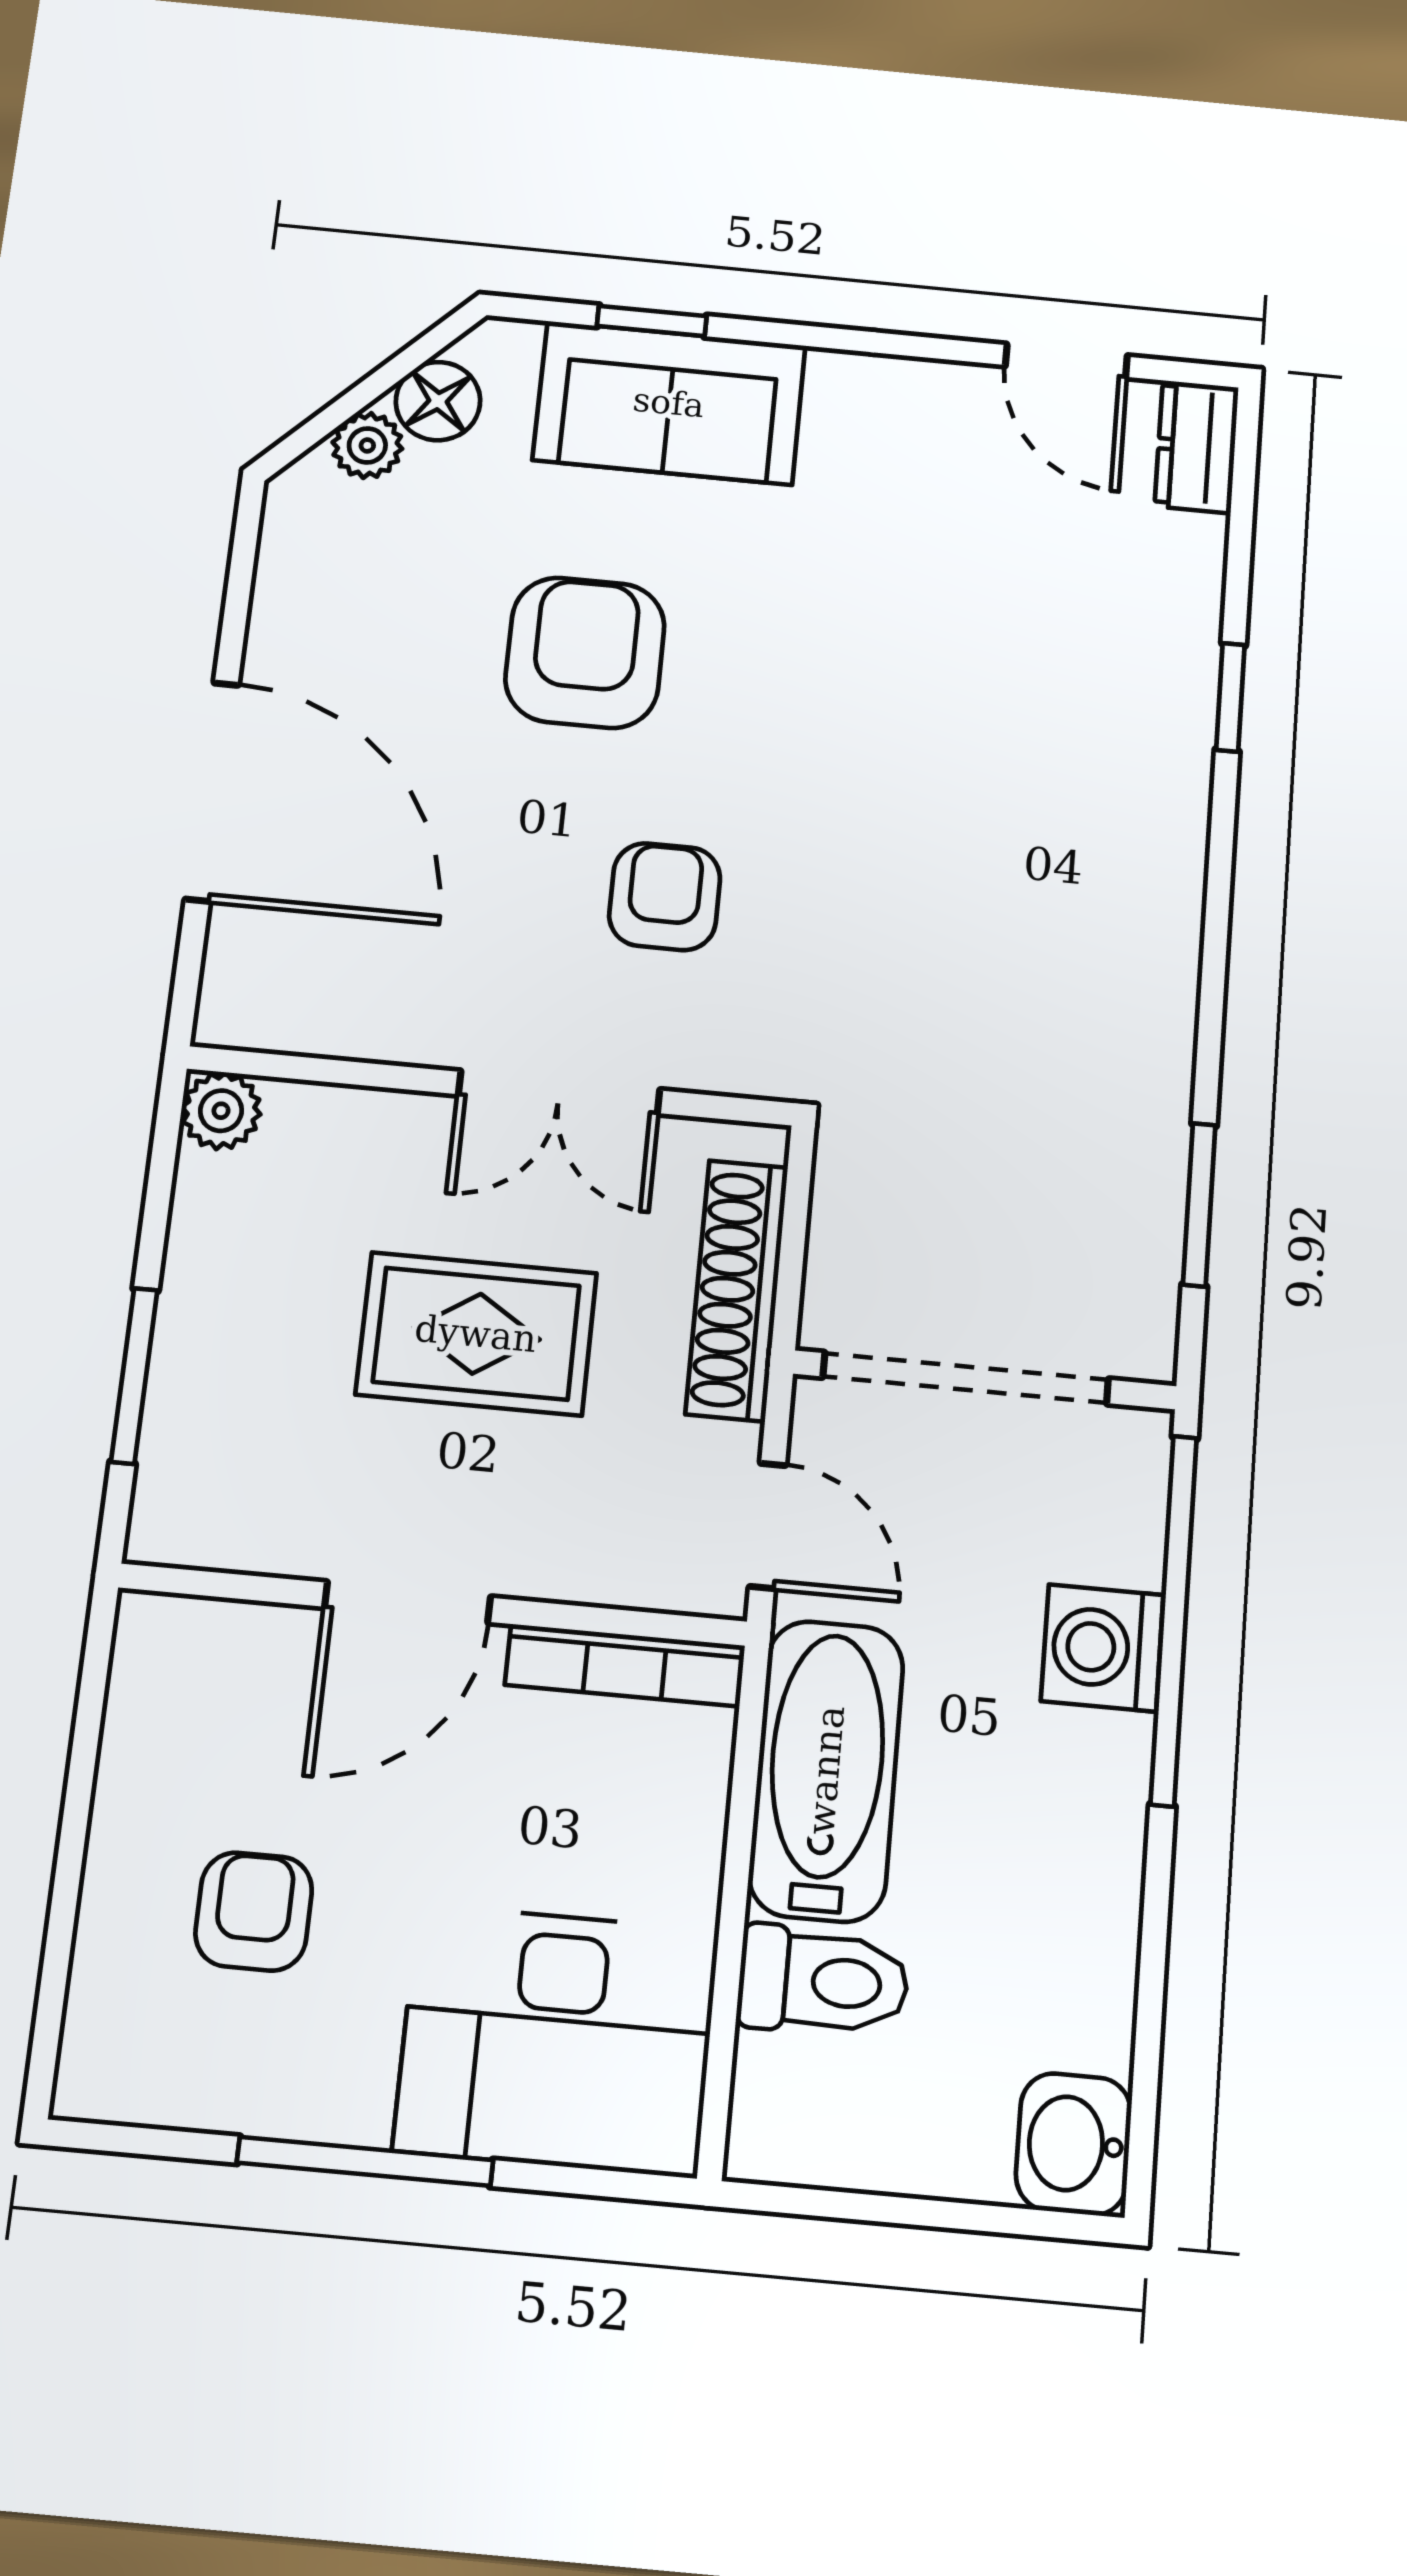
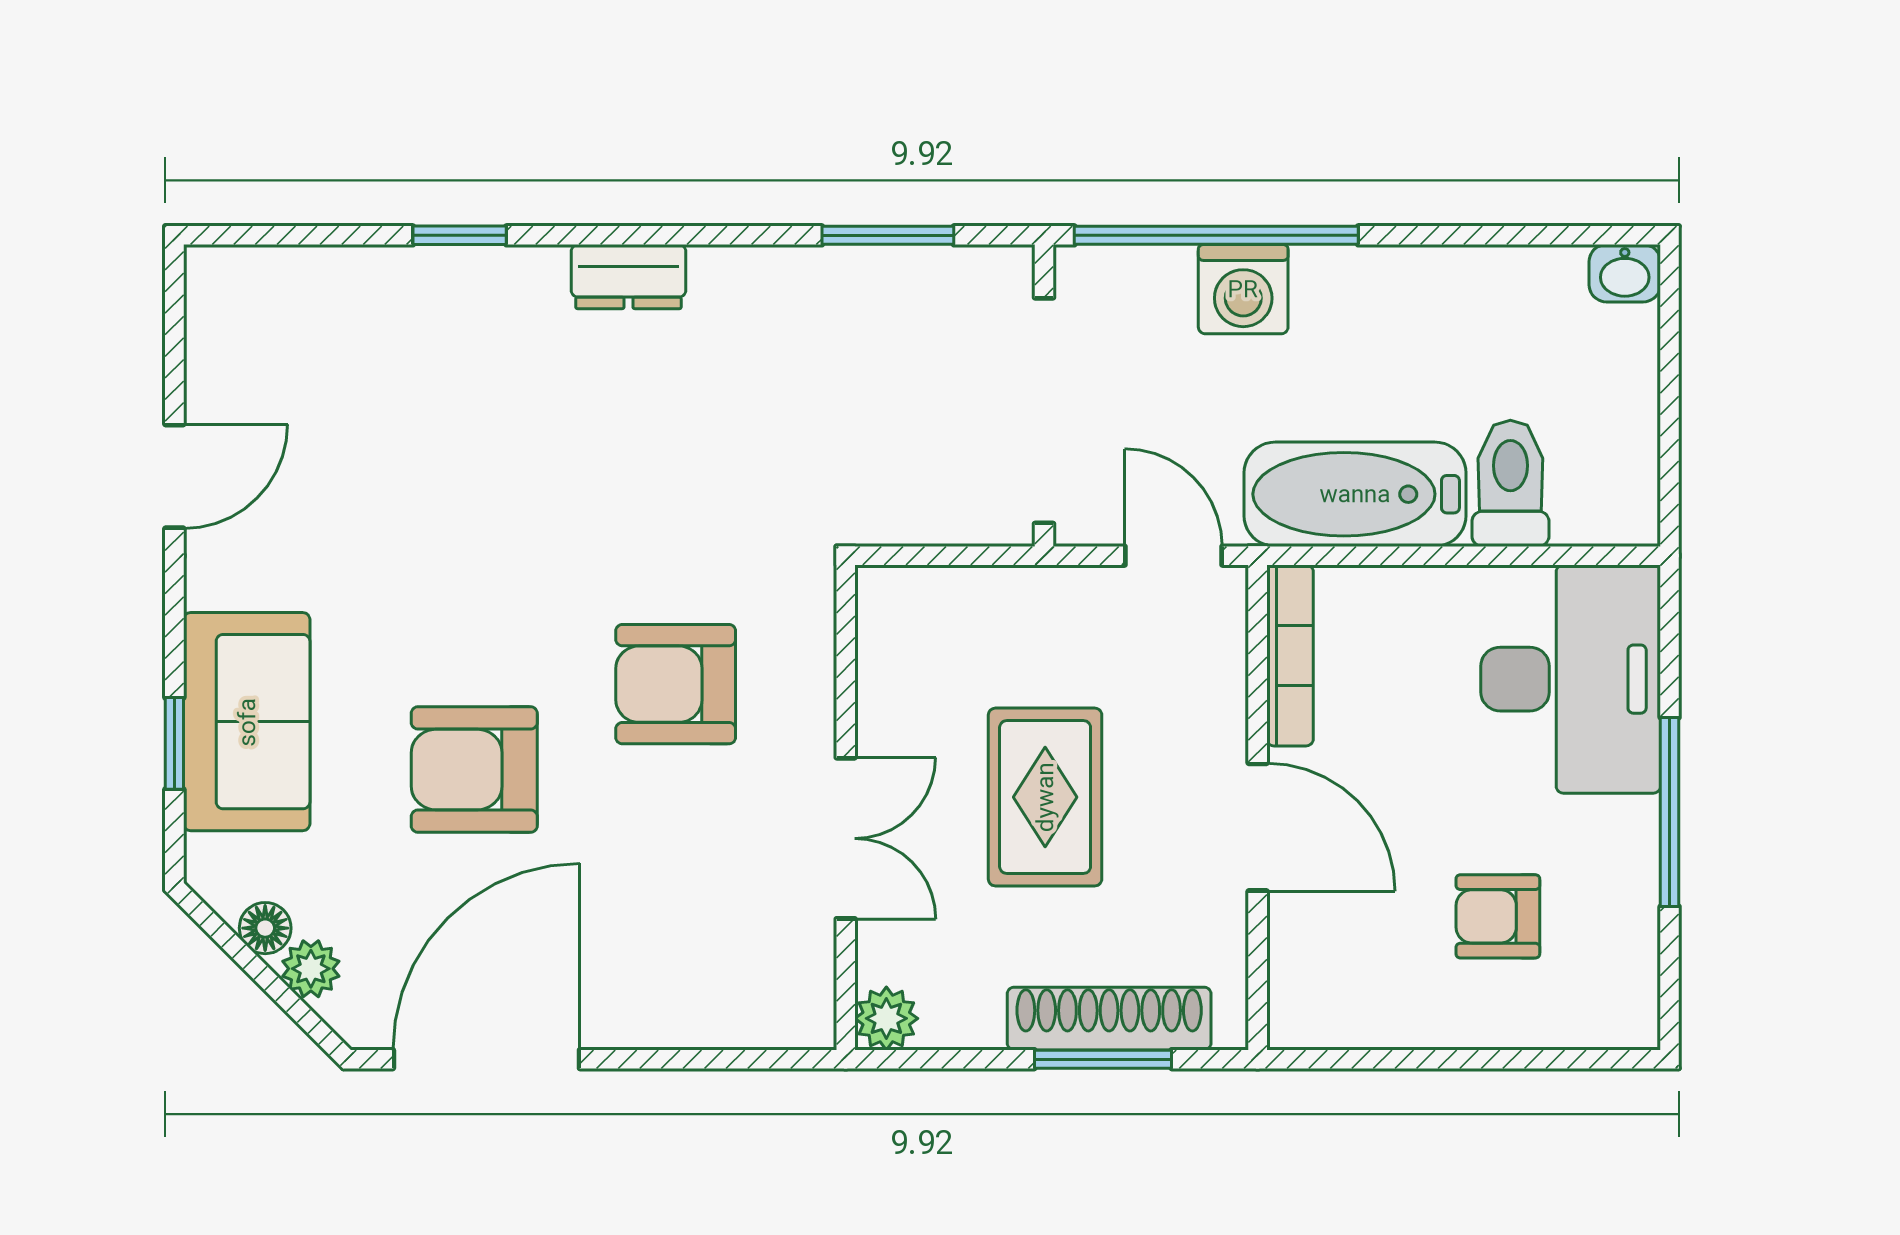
door: (1066, 361) -> (174, 476), moved
floor lamp: (438, 401) -> (265, 928), width x0.73, depth x0.73
dresser: (1197, 447) -> (628, 277), moved
door: (212, 791) -> (486, 1059), moved
armchair: (665, 897) -> (676, 684), width x1.38, depth x1.38
double door: (559, 1092) -> (846, 838), moved
shoe rack: (737, 1290) -> (1109, 1019), moved, turned 180
door: (768, 1526) -> (1173, 556), hinge flipped
washbasin: (1074, 2144) -> (1625, 273), width x0.72, depth x0.69

